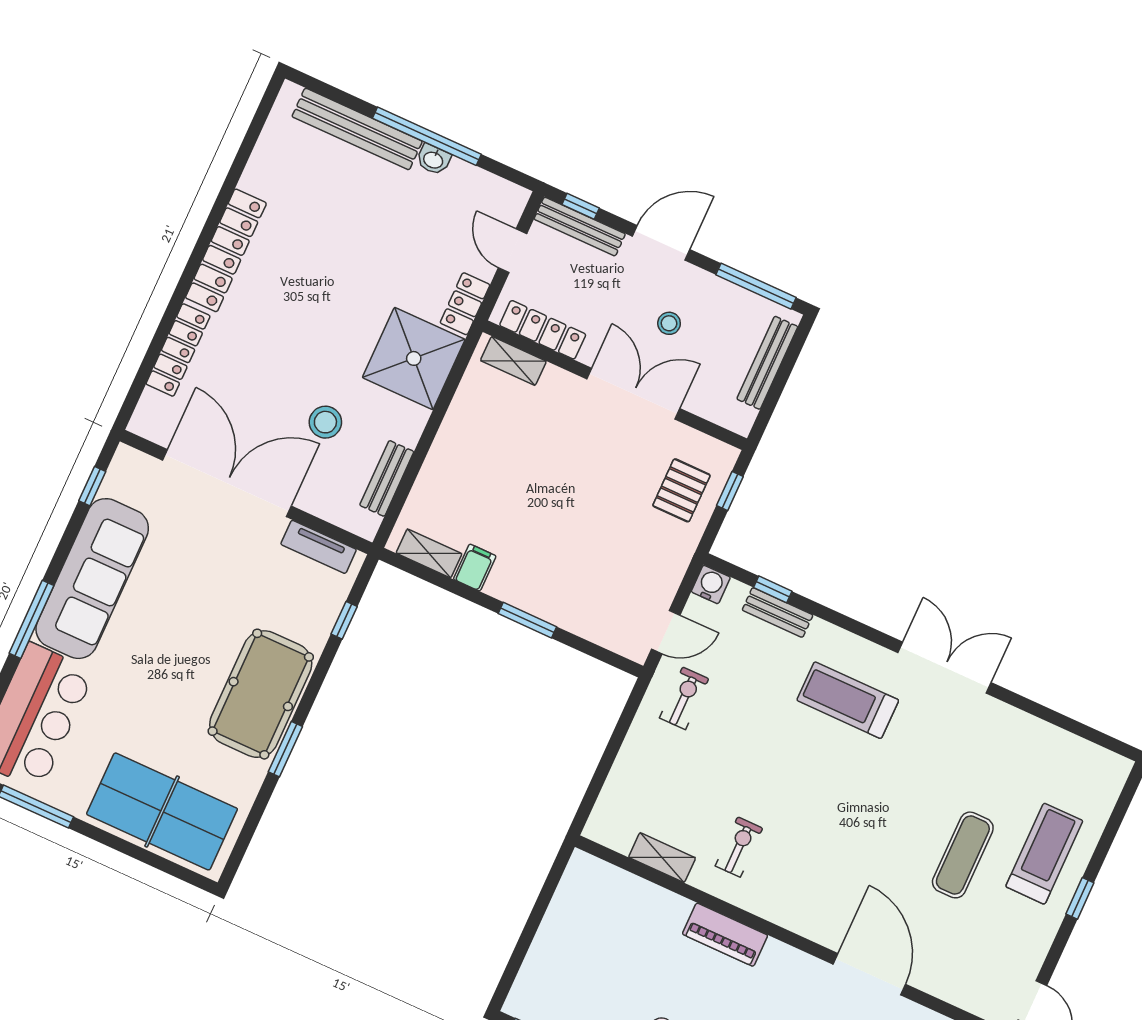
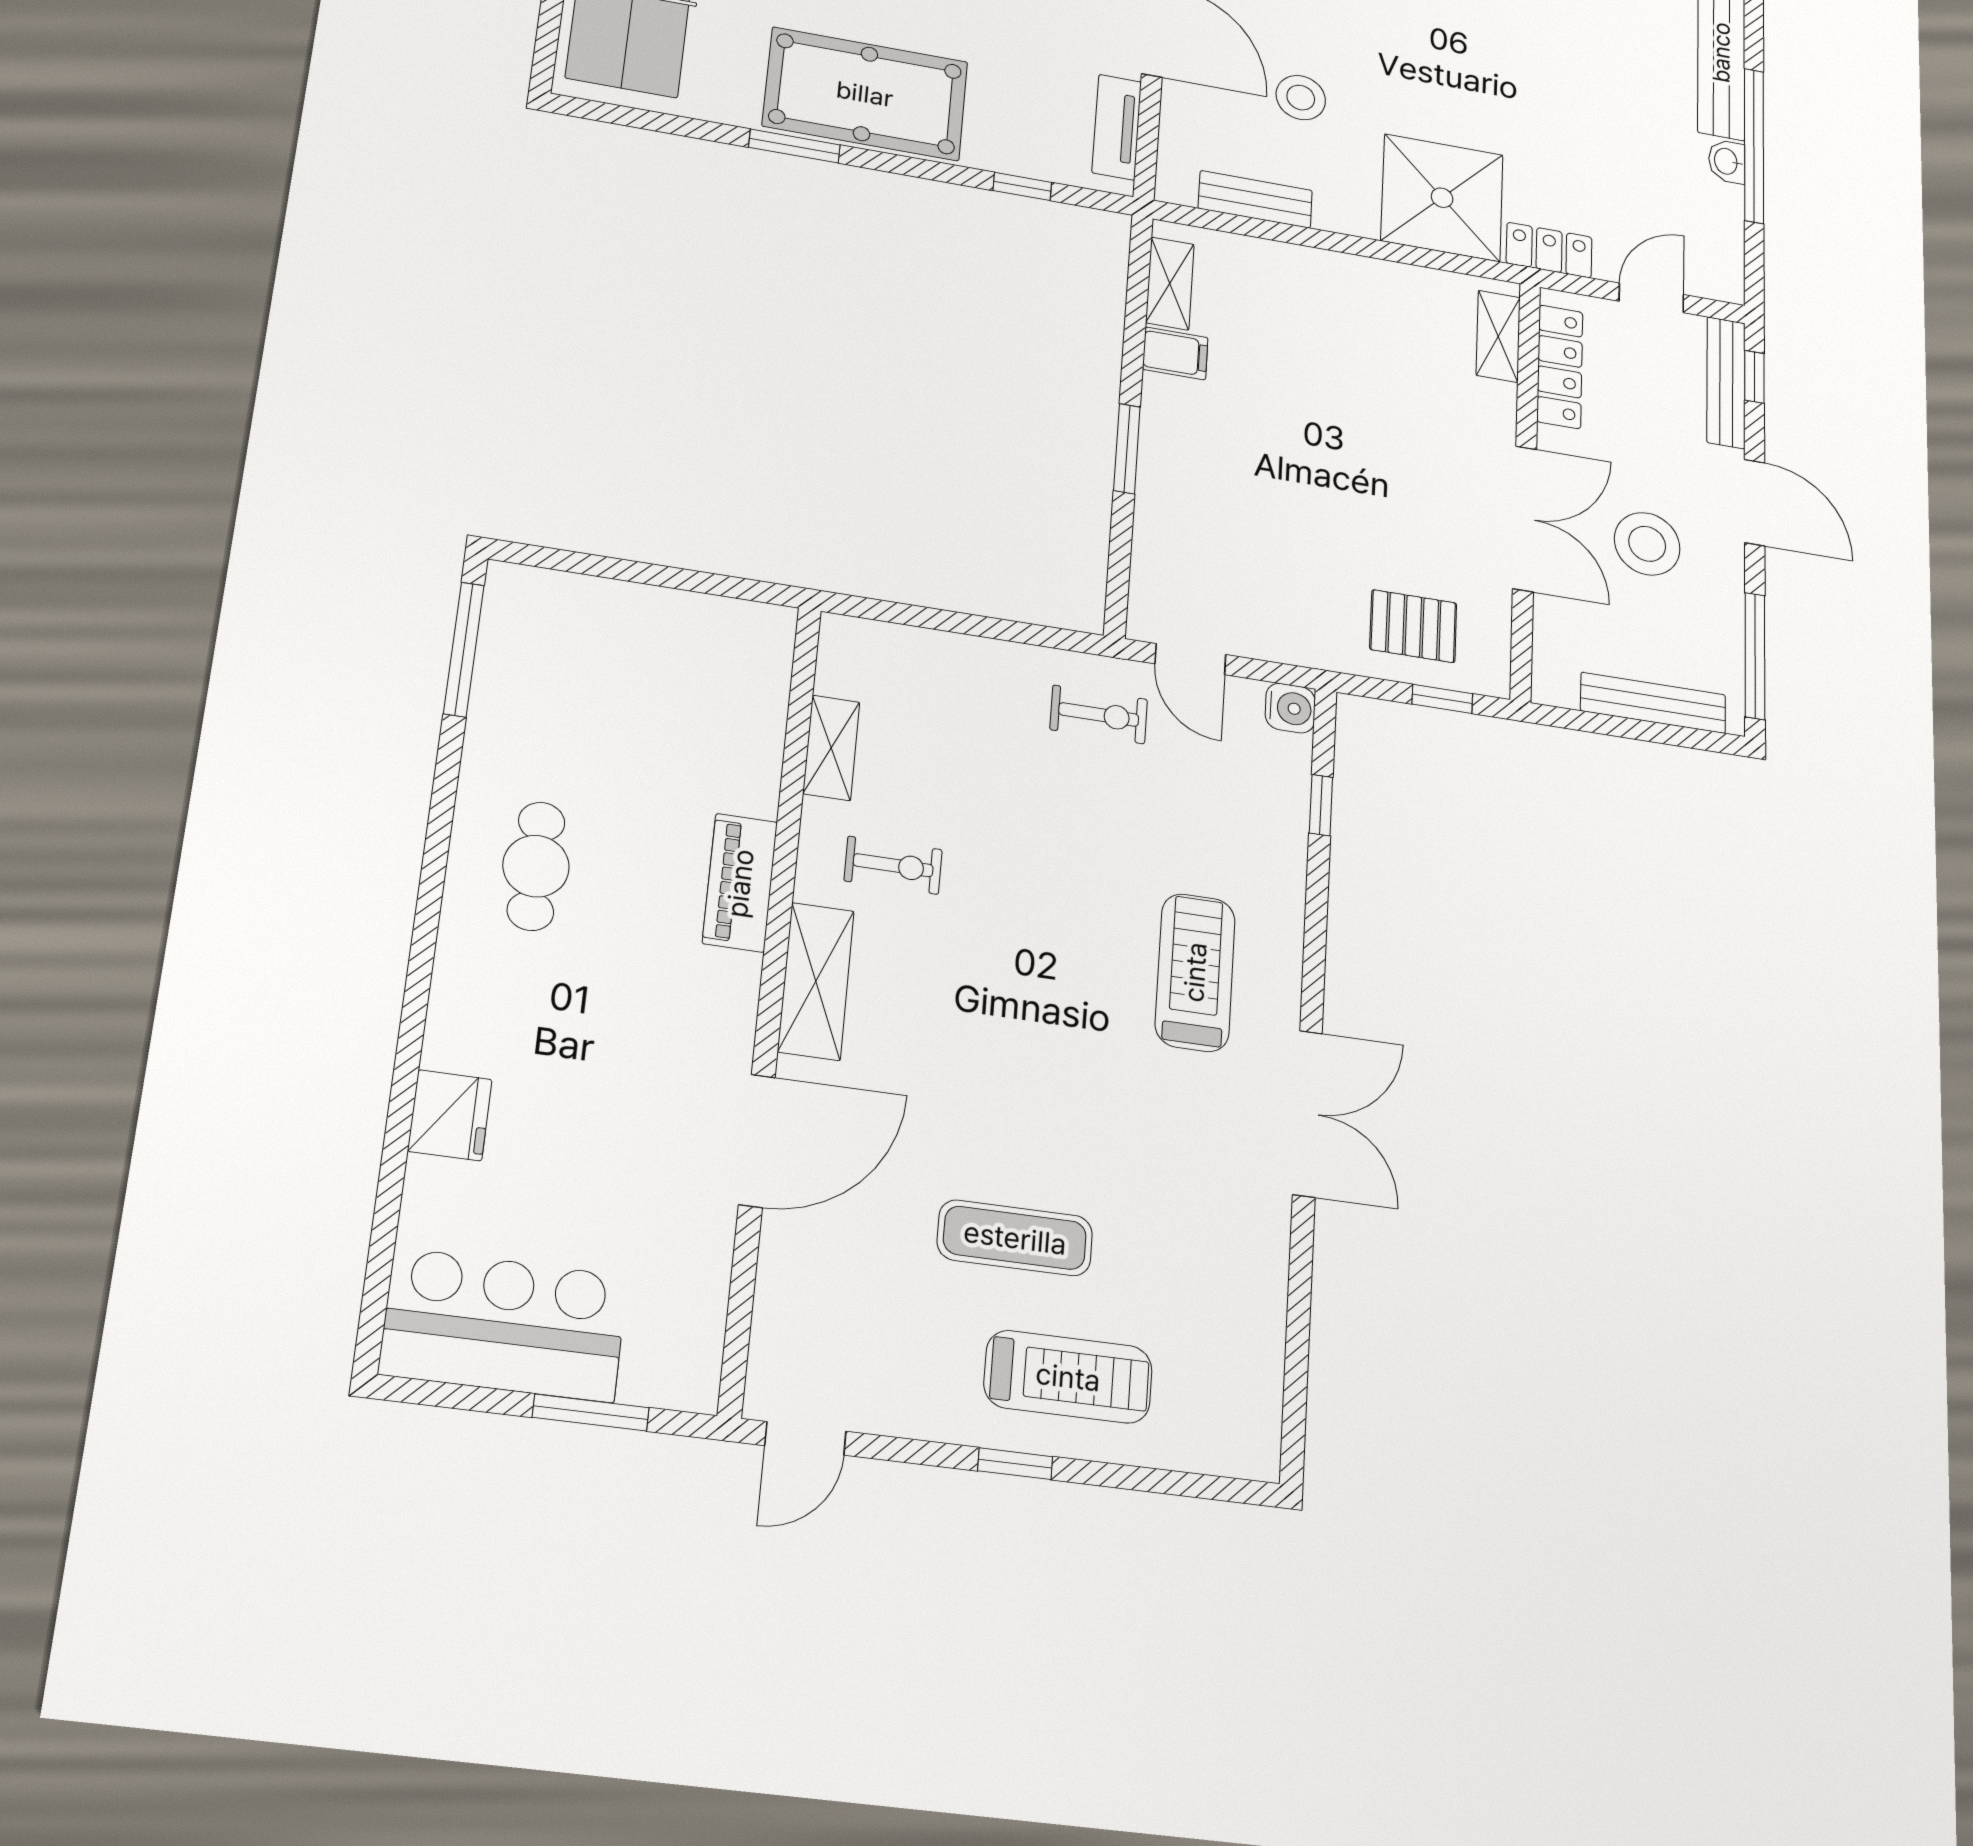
stool: (669, 323) -> (1647, 544), width x1.89, depth x1.89
bench: (778, 612) -> (1289, 822), removed
shelving: (792, 912) -> (816, 981), added

